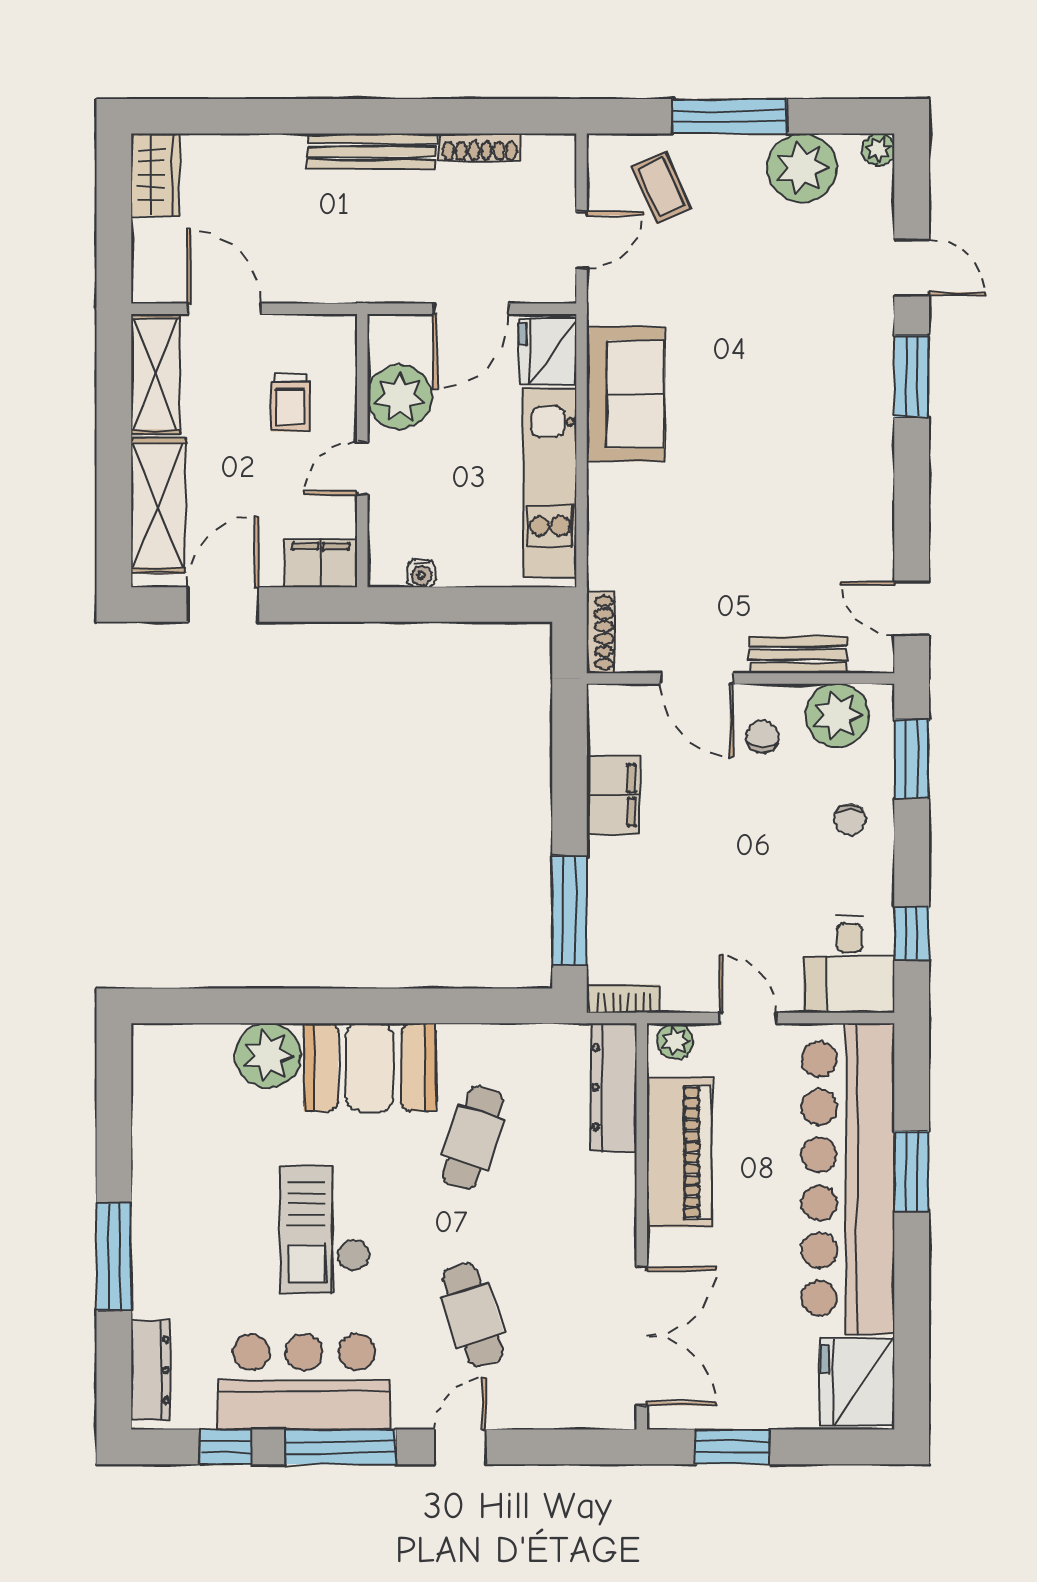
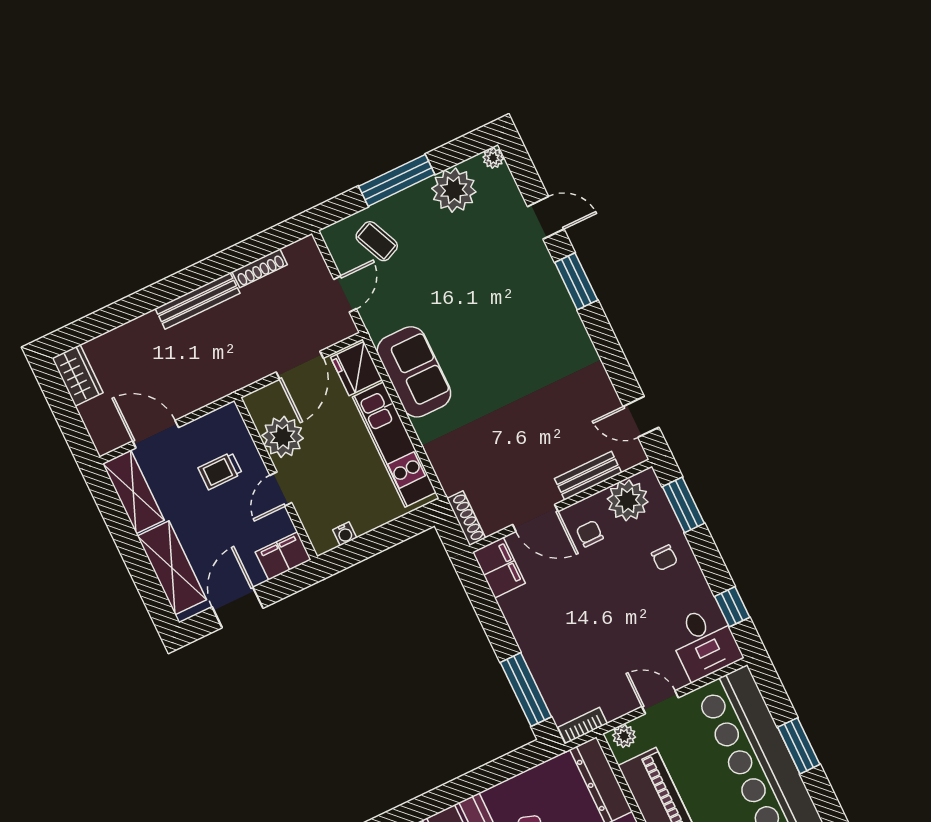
trolley: (290, 403) -> (220, 471), turned 90
filing cabinet: (613, 795) -> (499, 568), moved

